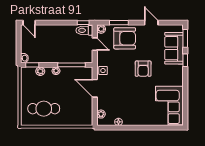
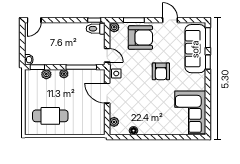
door: (29, 23) -> (34, 20), hinge flipped
door: (95, 44) -> (107, 55), moved
sofa: (174, 48) -> (195, 49), width x1.36

